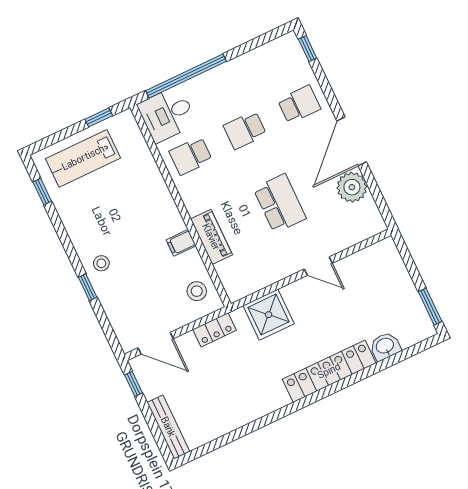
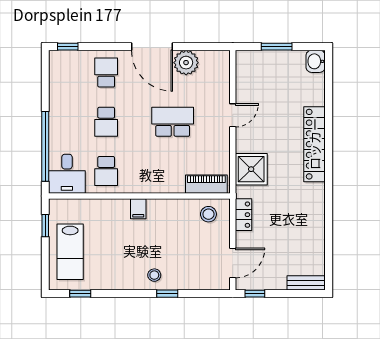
piano: (211, 237) -> (206, 184), moved
filing cabinet: (181, 243) -> (138, 209), moved
window: (430, 307) -> (277, 47), moved
washbasin: (385, 346) -> (316, 61), moved
bench: (168, 427) -> (306, 283), width x0.73

